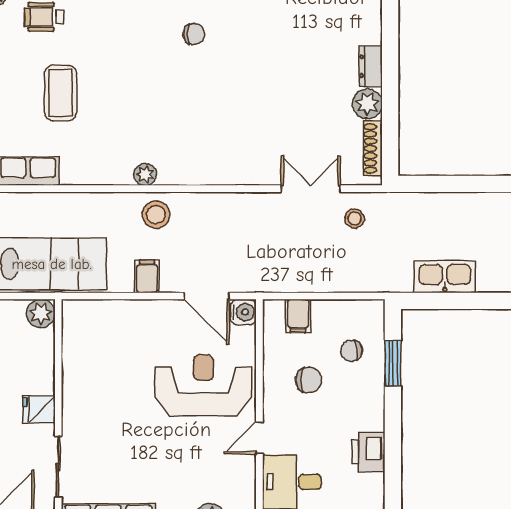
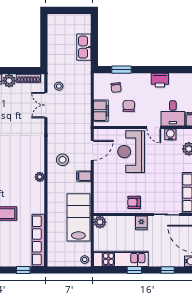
stool: (156, 215) -> (63, 160), moved
water cooler: (243, 312) -> (170, 134), moved
filing cabinet: (298, 316) -> (101, 111), width x2.00
armchair: (86, 392) -> (134, 202), added

